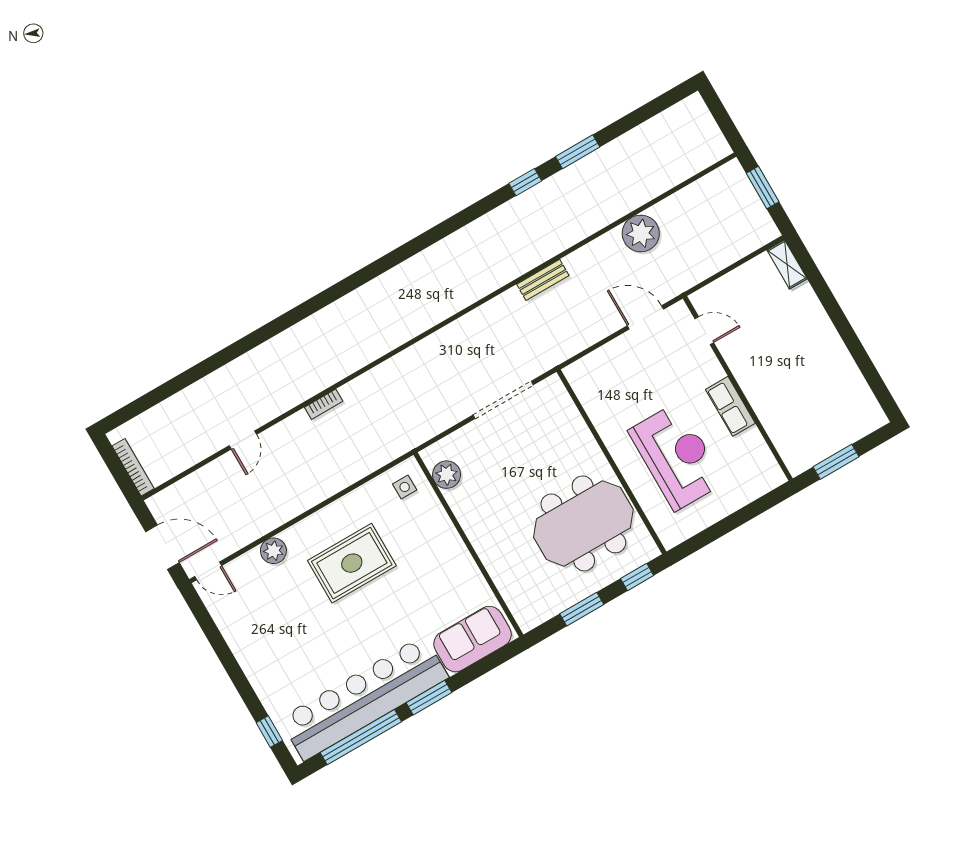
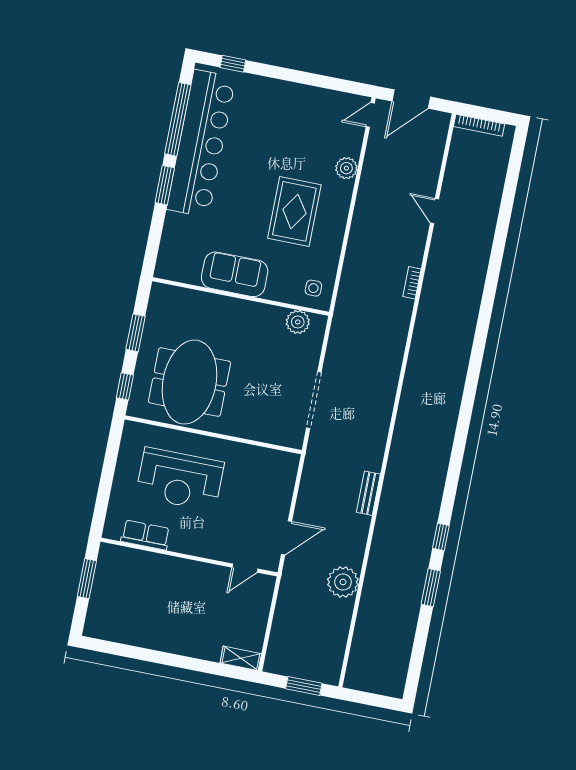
row of seats: (730, 406) -> (145, 535), moved
sofa: (473, 639) -> (235, 274), moved, turned -90

